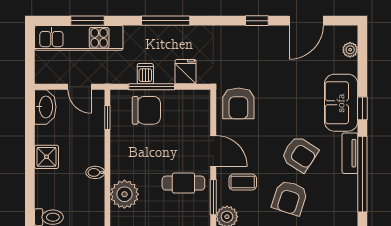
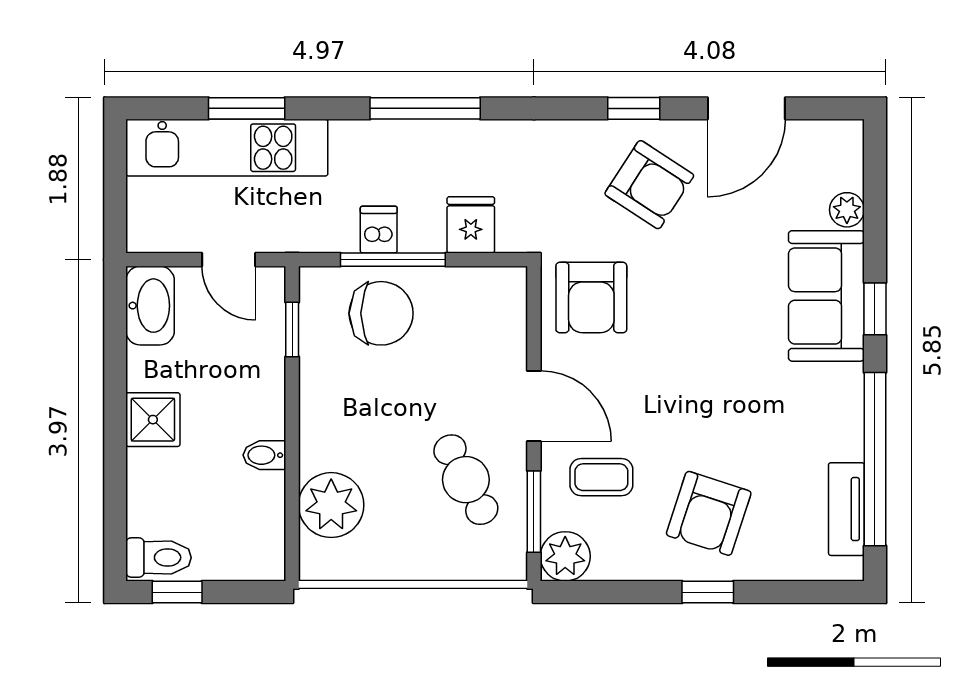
plant: (350, 50) -> (847, 210), moved
tv unit: (350, 153) -> (846, 509), moved
armchair: (300, 154) -> (649, 185), moved
cafe table: (183, 183) -> (466, 480), turned 62

